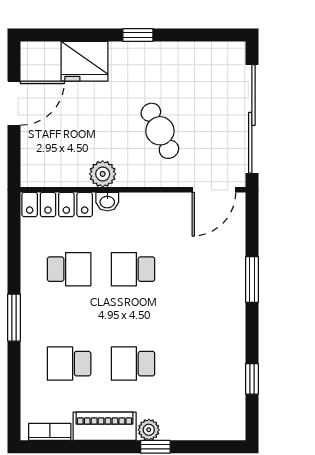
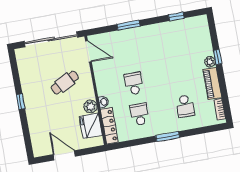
fridge: (84, 61) -> (91, 126), moved, turned 180
school desk: (133, 269) -> (134, 83), turned 180
school desk: (133, 364) -> (179, 75), removed

